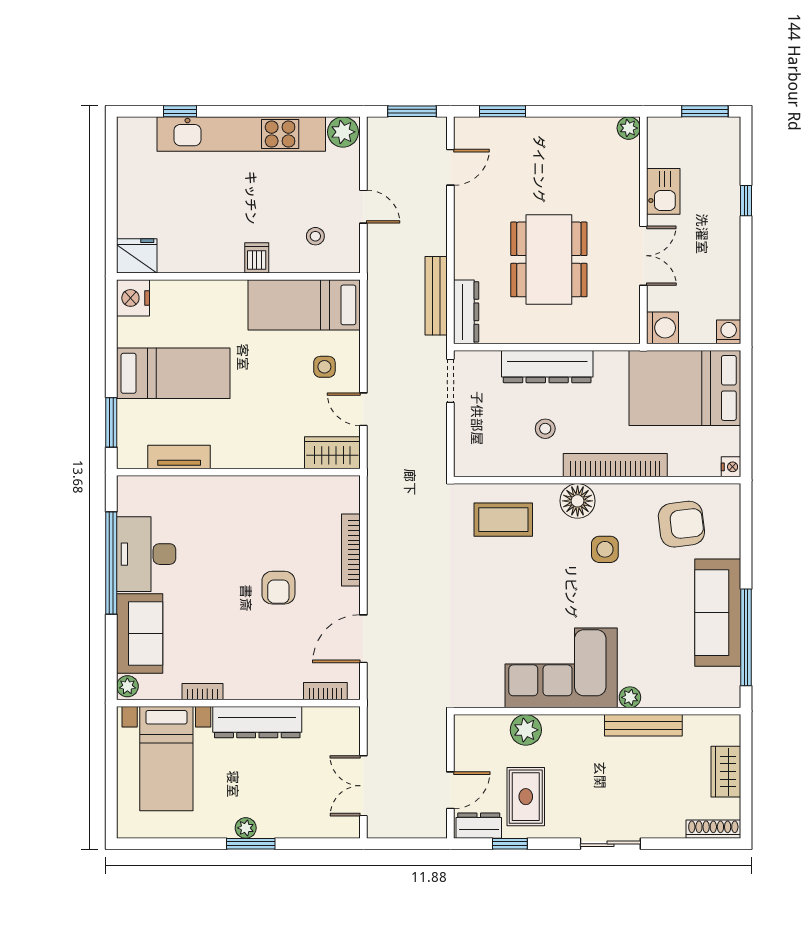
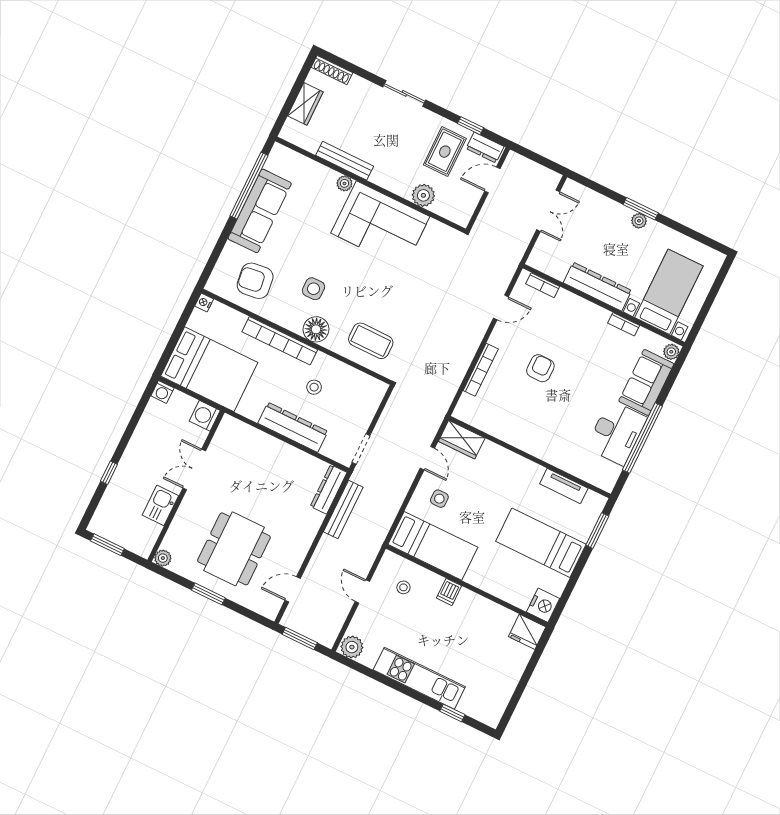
window: (503, 111) -> (208, 594), moved
kitchen unit: (241, 134) -> (419, 678), width x0.73
dining table: (549, 259) -> (234, 549), moved
door: (363, 639) -> (501, 307), width x0.73

